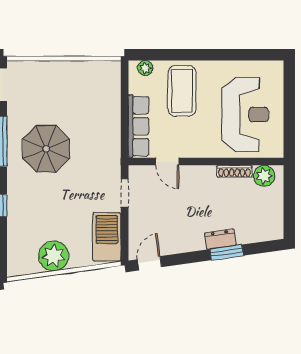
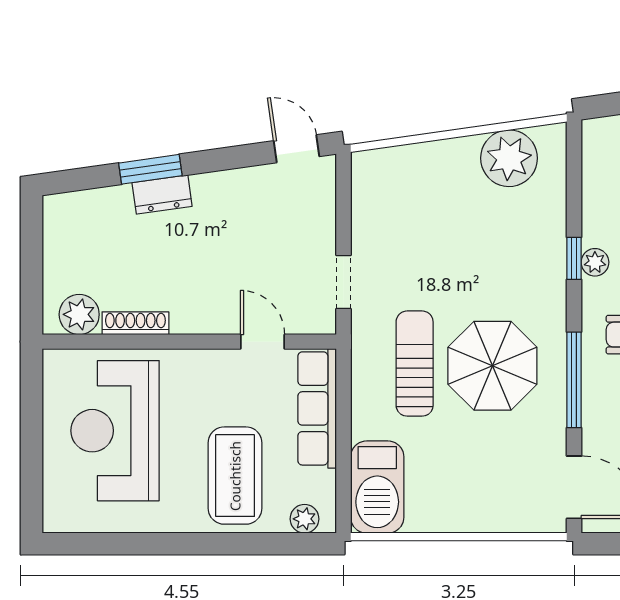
sun lounger: (87, 150) -> (415, 364), added
barbecue: (107, 237) -> (377, 487), moved
plant: (54, 256) -> (509, 158), moved
door: (149, 263) -> (296, 149), swing flipped

